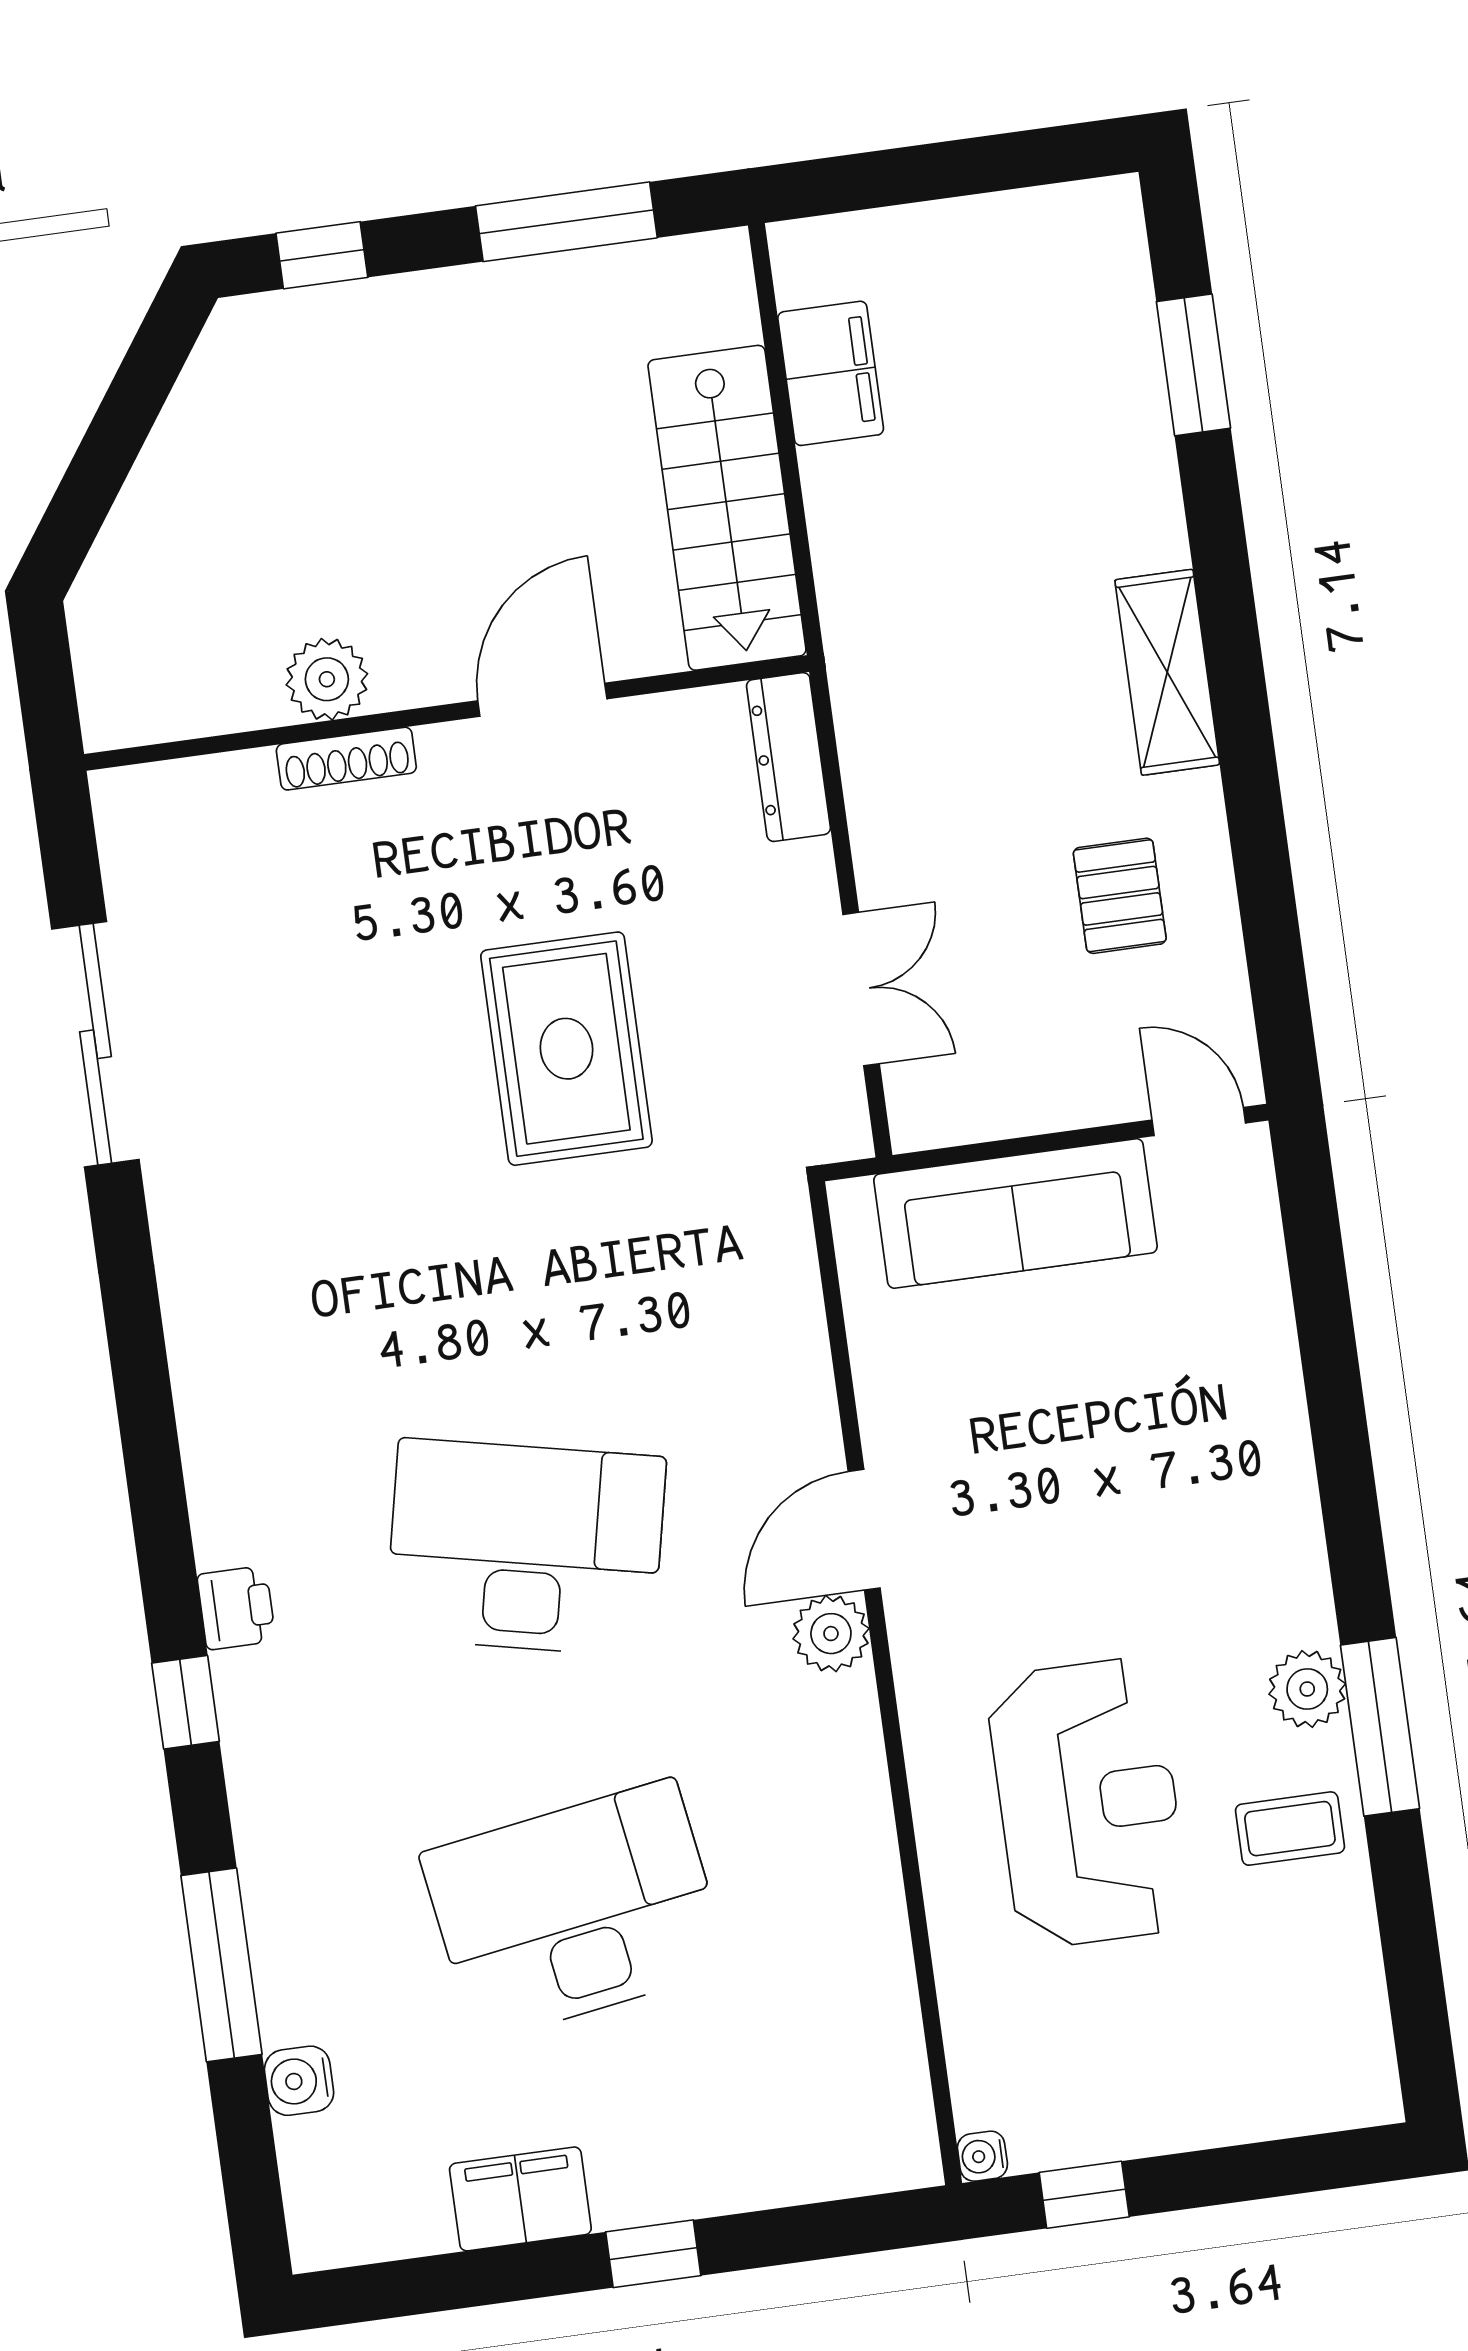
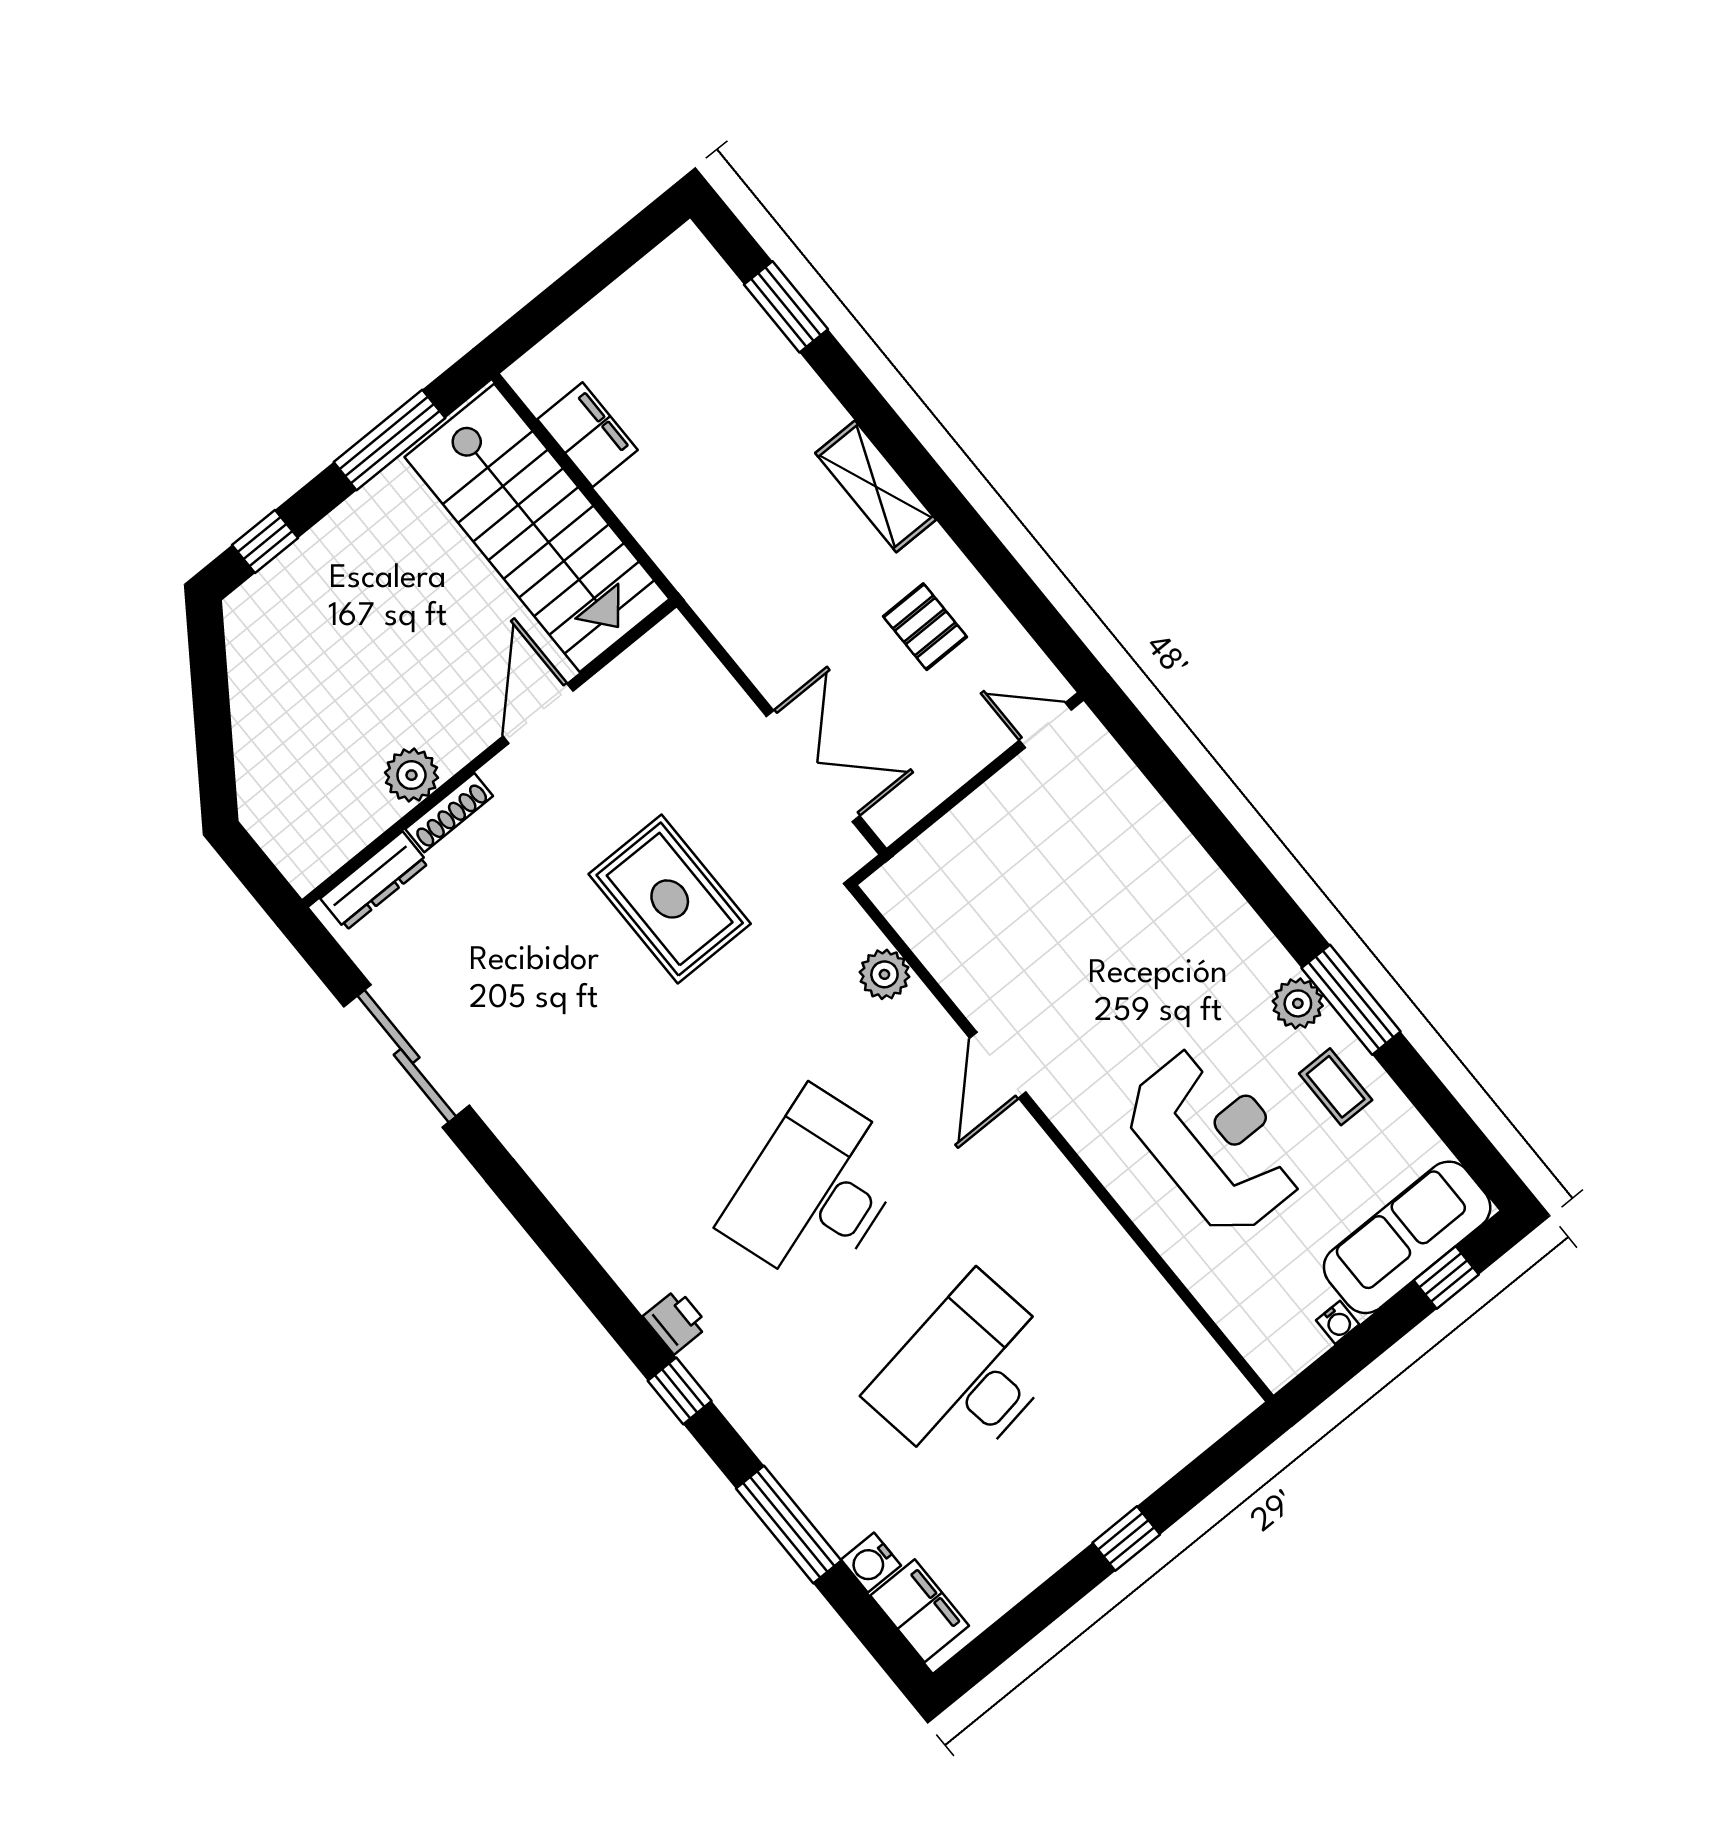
stairs: (727, 508) -> (537, 528), width x1.36, depth x1.51
dresser: (788, 757) -> (374, 881), moved, turned -90
double door: (861, 989) -> (813, 766), width x1.37
sofa: (1015, 1213) -> (1407, 1237), moved, turned 180
desk: (525, 1547) -> (816, 1190), turned -30
plant: (831, 1634) -> (884, 974), moved
coffee table: (1290, 1829) -> (1336, 1087), turned 90
water cooler: (982, 2156) -> (1338, 1322), moved, turned -90
window: (1084, 2195) -> (1446, 1277), moved
filing cabinet: (520, 2199) -> (920, 1611), moved, turned 90

